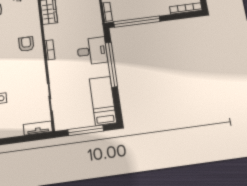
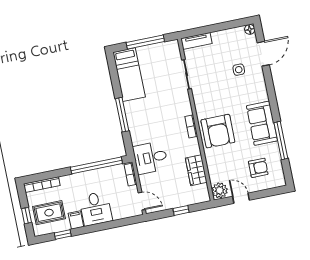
armchair: (26, 44) -> (218, 131), width x1.88, depth x1.88
desk: (92, 51) -> (150, 158), moved
window: (111, 65) -> (122, 115), width x0.68

